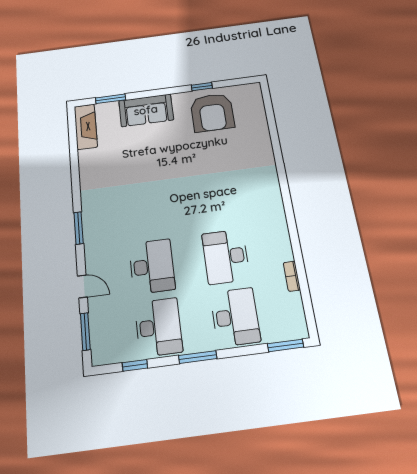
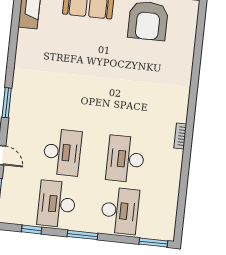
bookcase: (292, 276) -> (180, 136), moved
desk: (158, 327) -> (57, 204), turned 180

